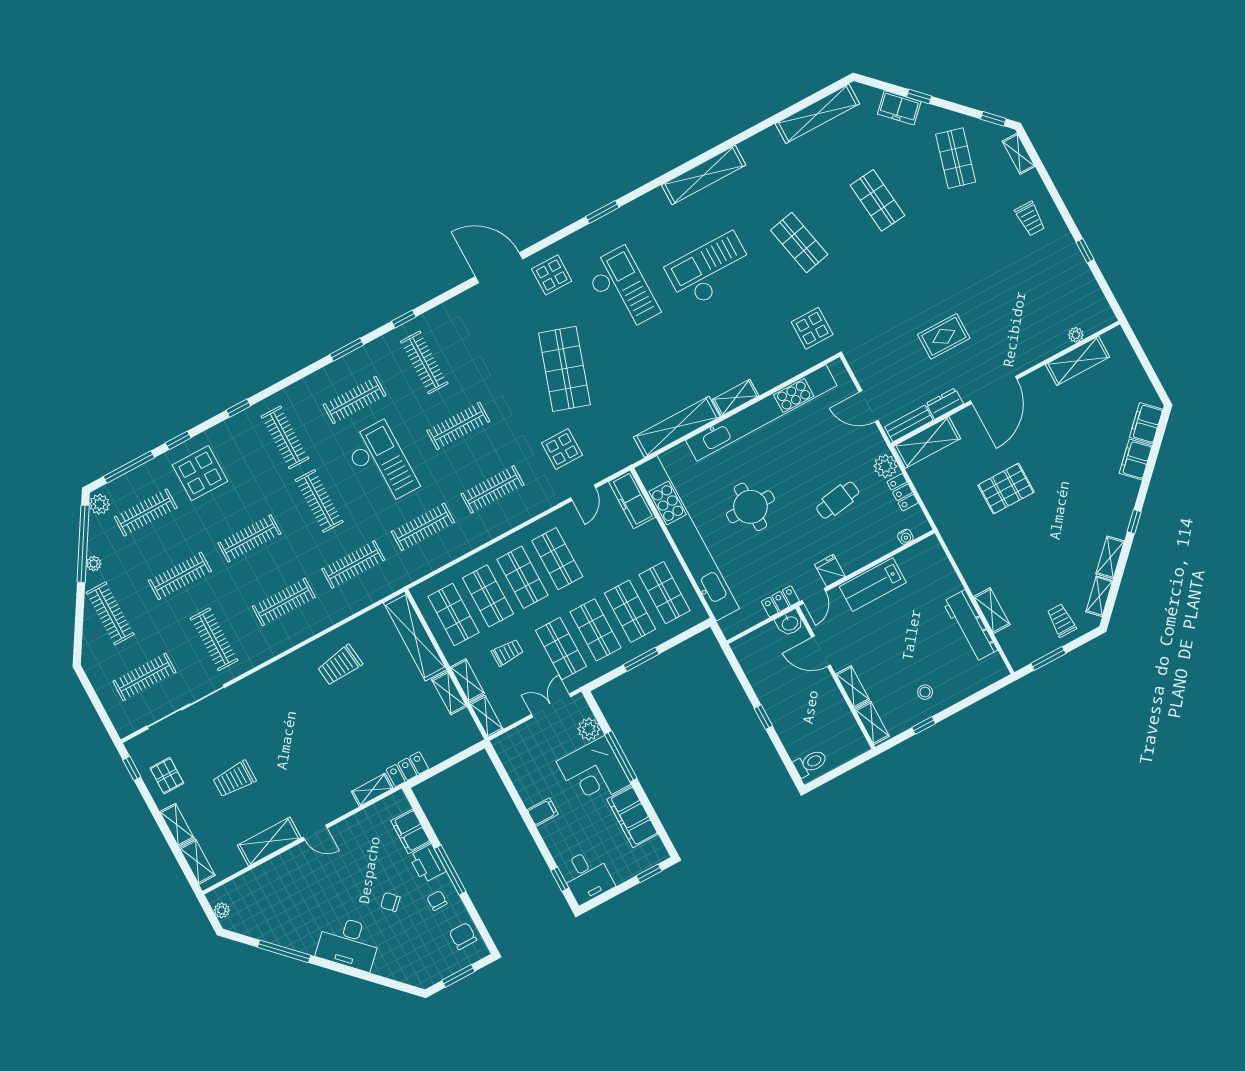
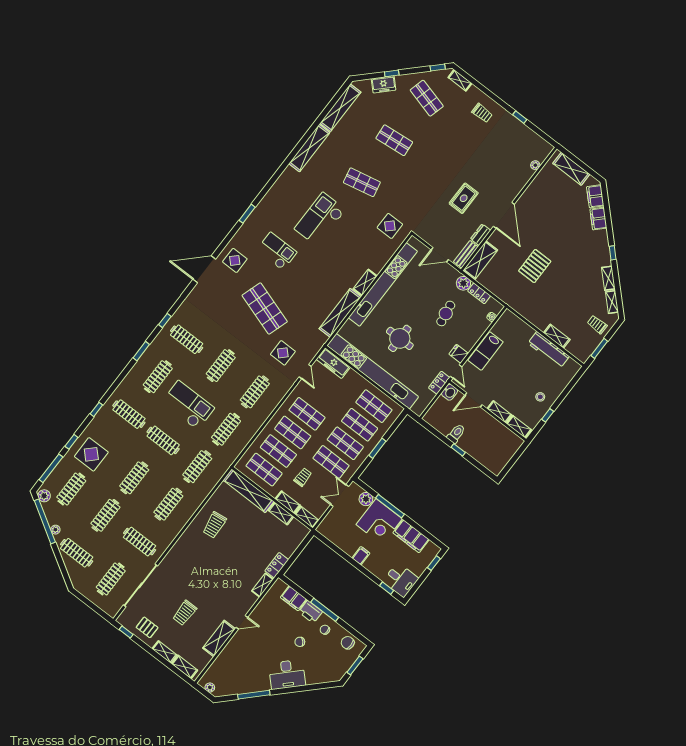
shelving: (704, 175) -> (309, 148), moved
checkout: (622, 289) -> (277, 251), width x0.73, depth x0.83
shelving: (1078, 361) -> (571, 169), moved, turned 90
toilet: (810, 763) -> (456, 434), moved

